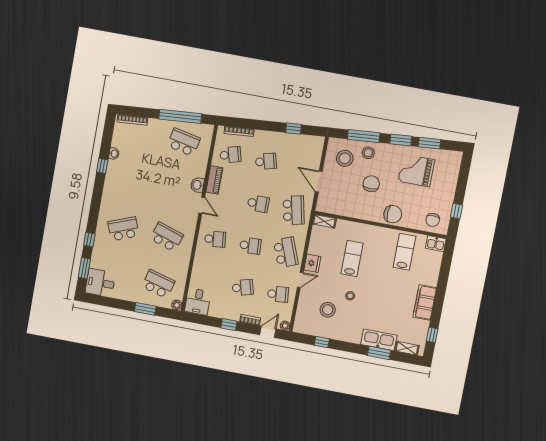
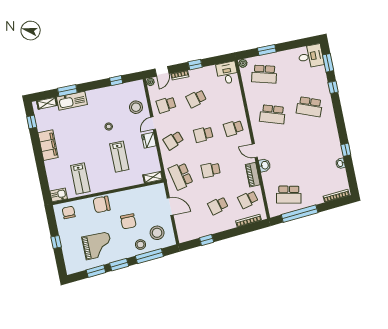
window: (456, 211) -> (56, 242), moved
school desk: (123, 229) -> (309, 107), turned 42
school desk: (286, 252) -> (173, 140), width x0.54
stool: (328, 310) -> (136, 107), moved

